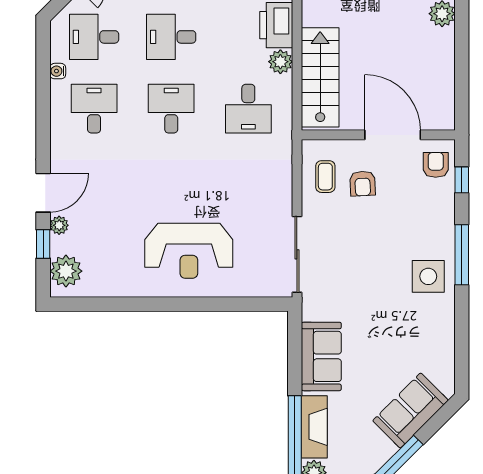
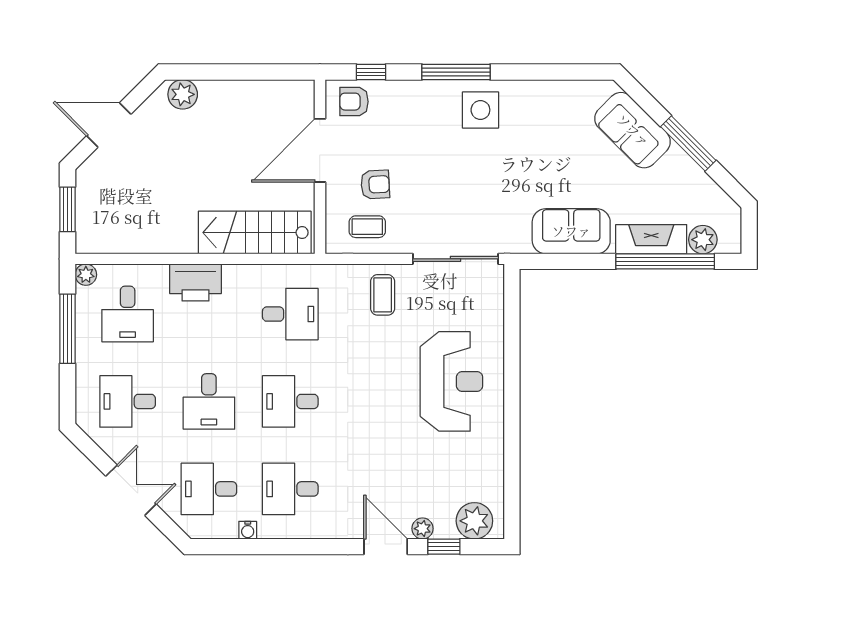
desk: (94, 37) -> (209, 489), turned 90
plant: (280, 62) -> (237, 278), removed
coffee table: (265, 190) -> (383, 295), added

